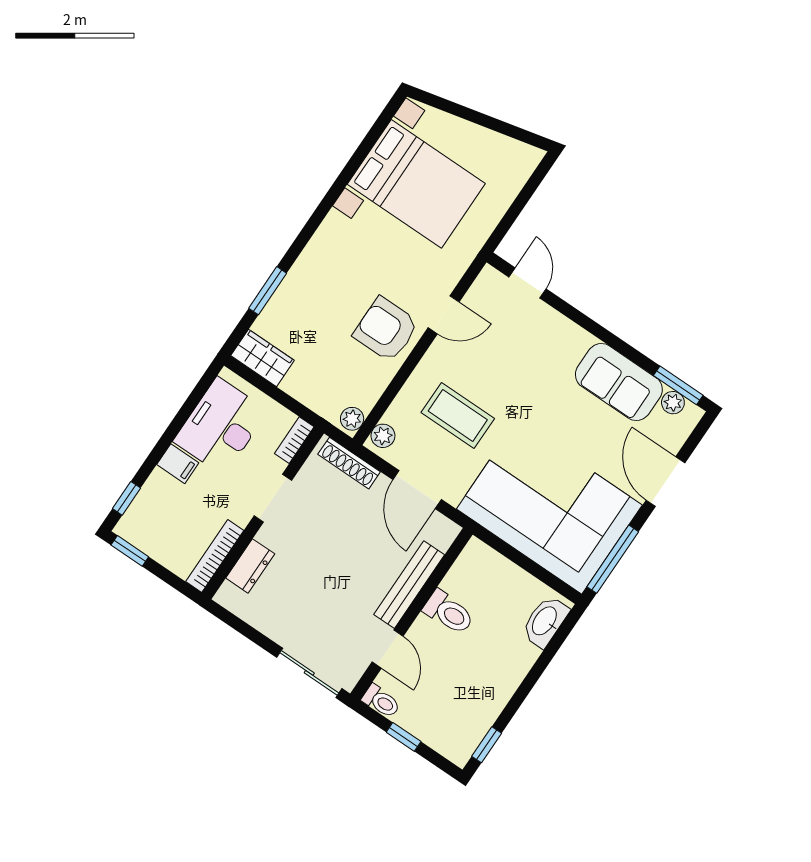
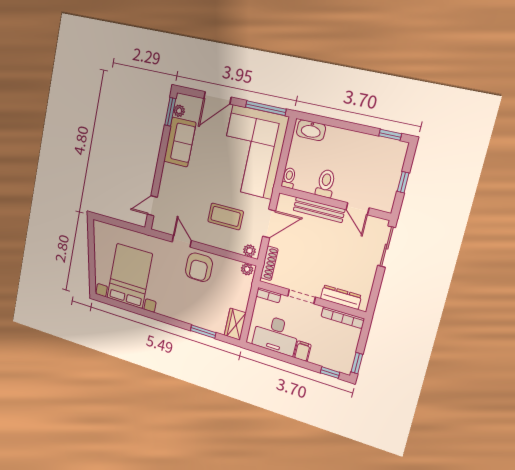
coffee table: (458, 415) -> (226, 216), turned 90
dresser: (250, 566) -> (341, 297), width x1.44
door: (388, 649) -> (358, 209), swing flipped
toilet: (381, 701) -> (289, 178), moved

